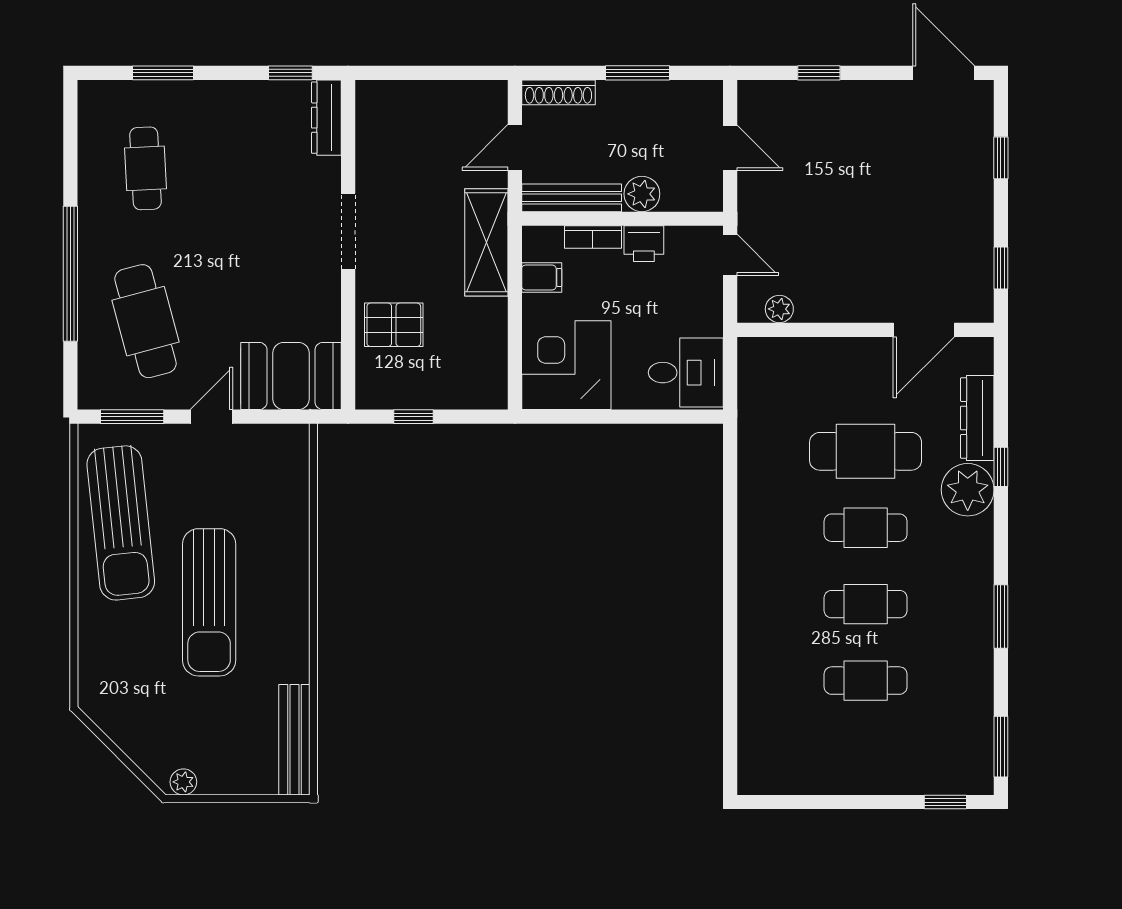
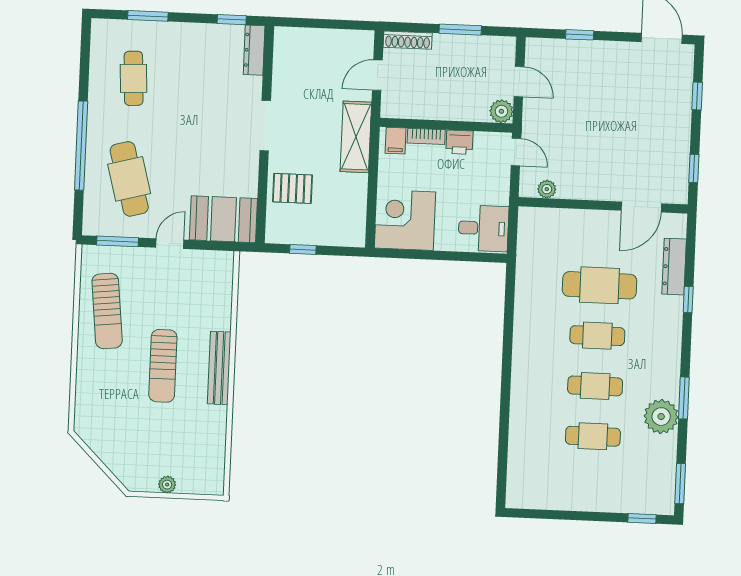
plant: (642, 194) -> (501, 111), moved
bench: (572, 198) -> (413, 110), removed
filing cabinet: (542, 277) -> (396, 141), moved, turned 90
plant: (968, 490) -> (661, 417), moved
sun lounger: (121, 523) -> (107, 311), width x0.73, depth x0.75
sun lounger: (209, 602) -> (163, 366), width x0.73, depth x0.75
bench: (294, 740) -> (219, 368), moved
plant: (183, 782) -> (167, 485), moved

